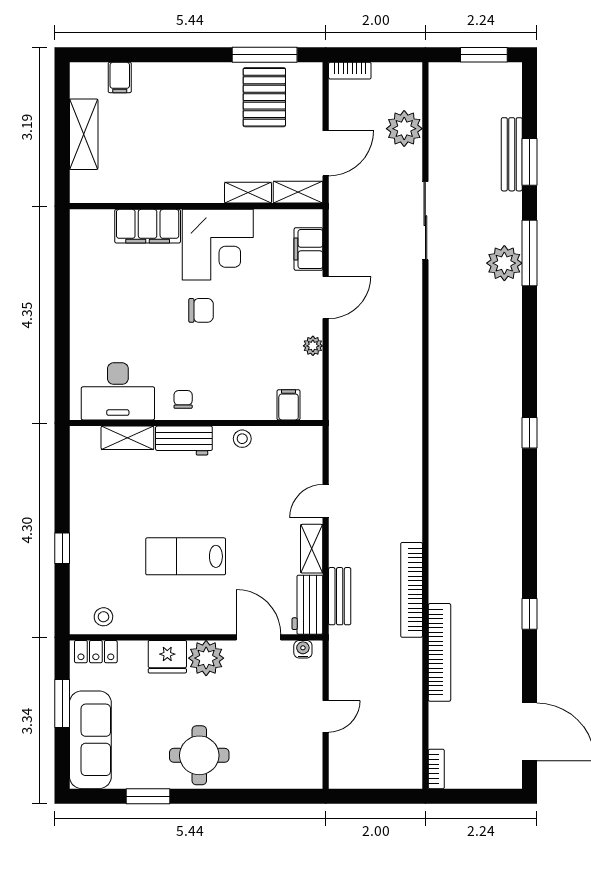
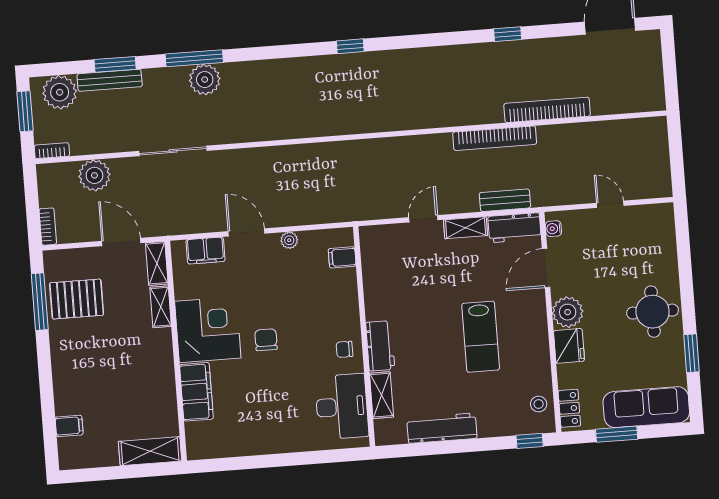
plant: (502, 96) -> (60, 92), added
shelving: (84, 134) -> (150, 451), moved
stool: (242, 439) -> (375, 295), removed
door: (326, 501) -> (423, 219), swing flipped
workbench: (84, 504) -> (442, 428), added
window: (62, 548) -> (530, 441), moved
bookcase: (436, 769) -> (52, 151), moved

